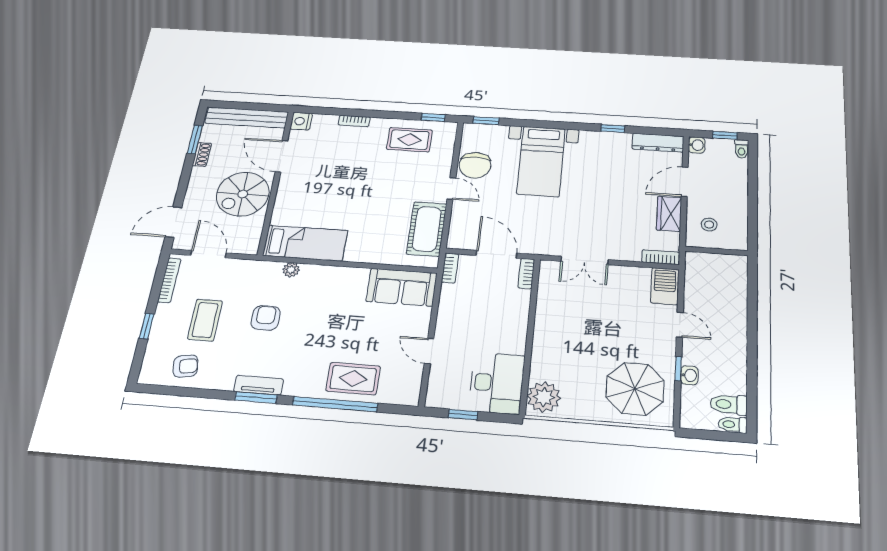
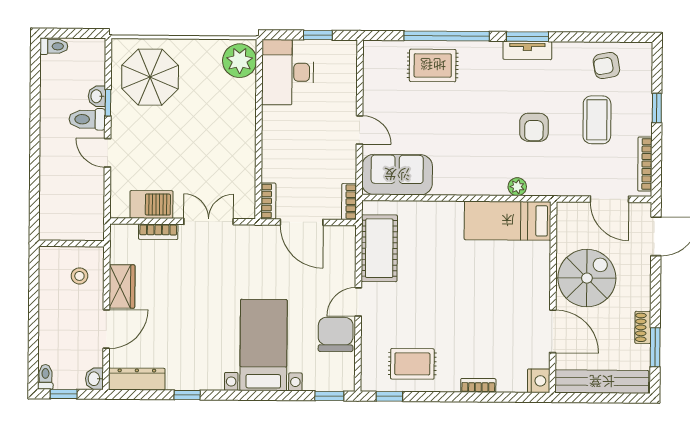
door: (451, 189) -> (358, 302), hinge flipped
bookcase: (661, 257) -> (158, 232), moved
barbecue: (665, 286) -> (151, 204), moved, turned -90
door: (429, 351) -> (360, 130), moved
toilet: (729, 404) -> (87, 119), moved, turned 180

